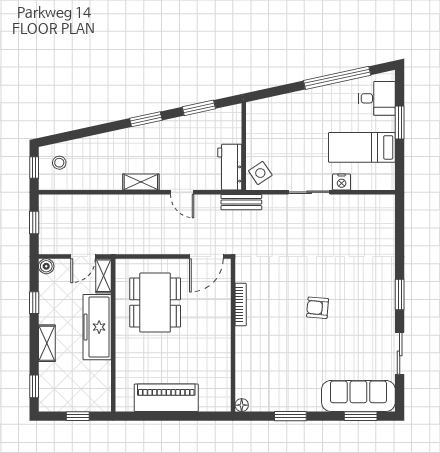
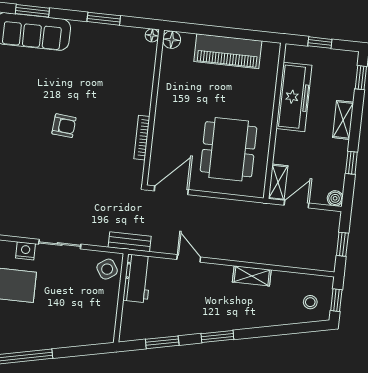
shelving: (141, 182) -> (252, 276), moved
freezer: (97, 327) -> (294, 97), moved
floor lamp: (222, 403) -> (172, 40), added

